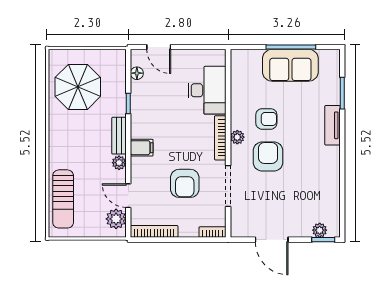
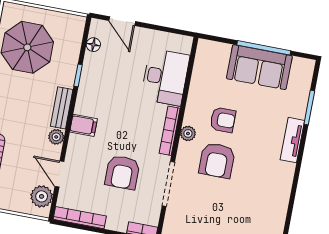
armchair: (268, 157) -> (217, 160), turned 180

